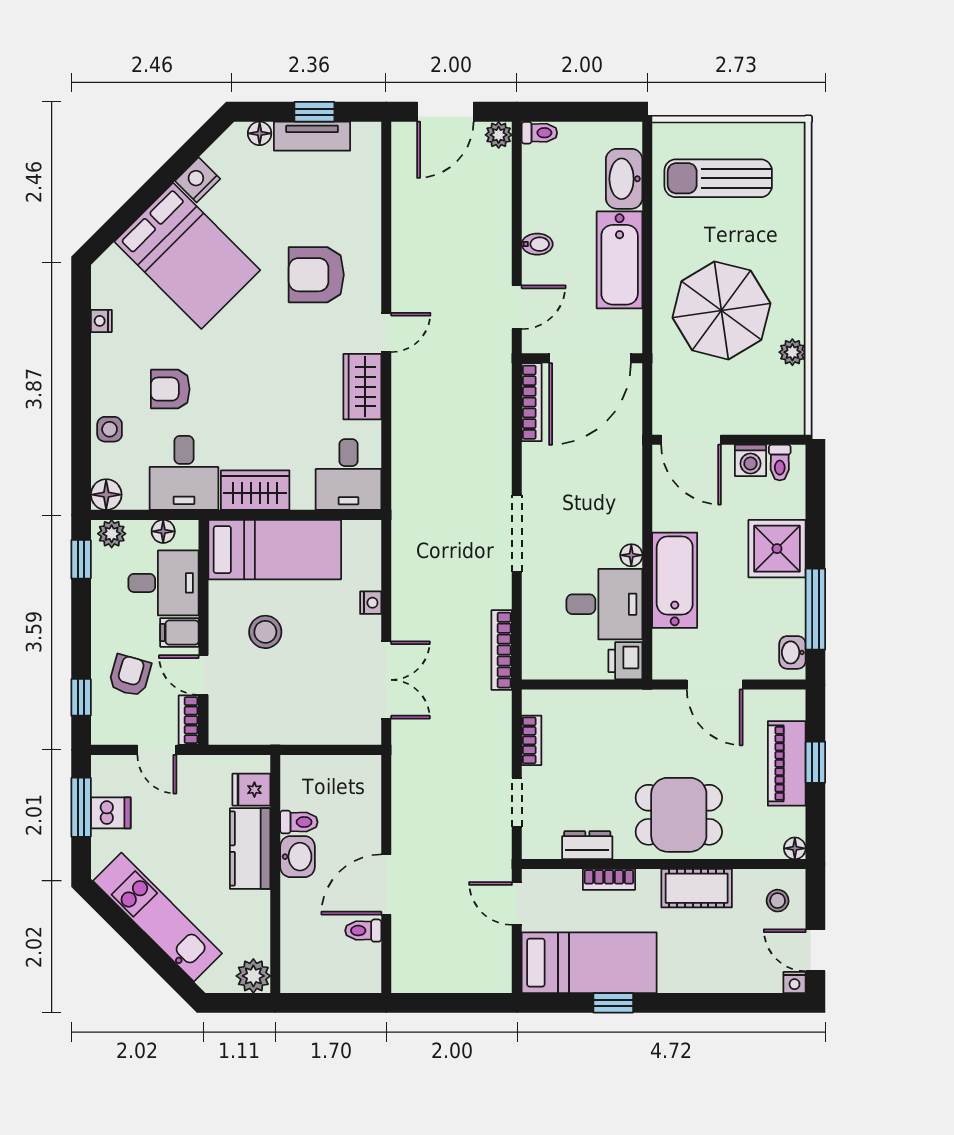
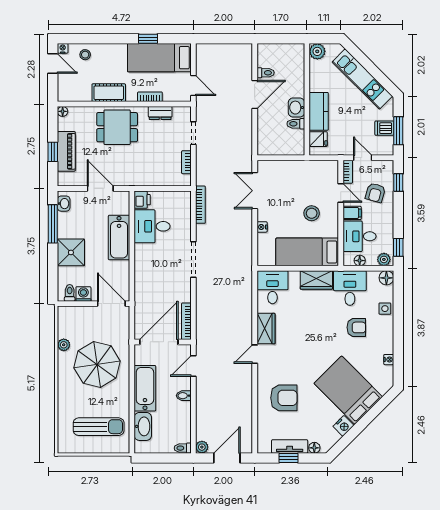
armchair: (316, 275) -> (284, 398), moved
floor lamp: (631, 555) -> (139, 249), removed
stool: (778, 901) -> (85, 55), moved

